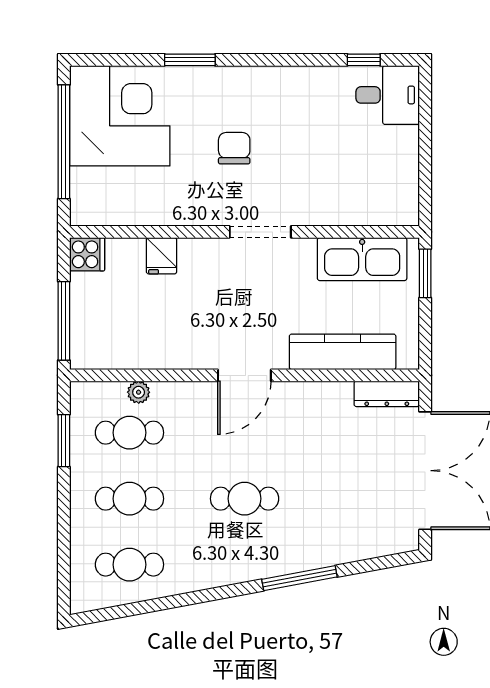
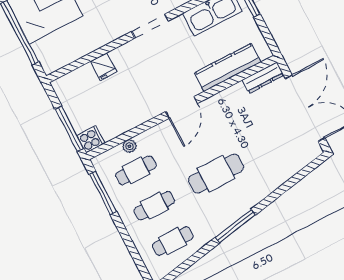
cooker: (87, 254) -> (91, 139), moved
window: (64, 441) -> (103, 193), width x1.44
cafe table: (245, 499) -> (216, 174), width x1.37, depth x1.35
window: (299, 578) -> (235, 226), moved

